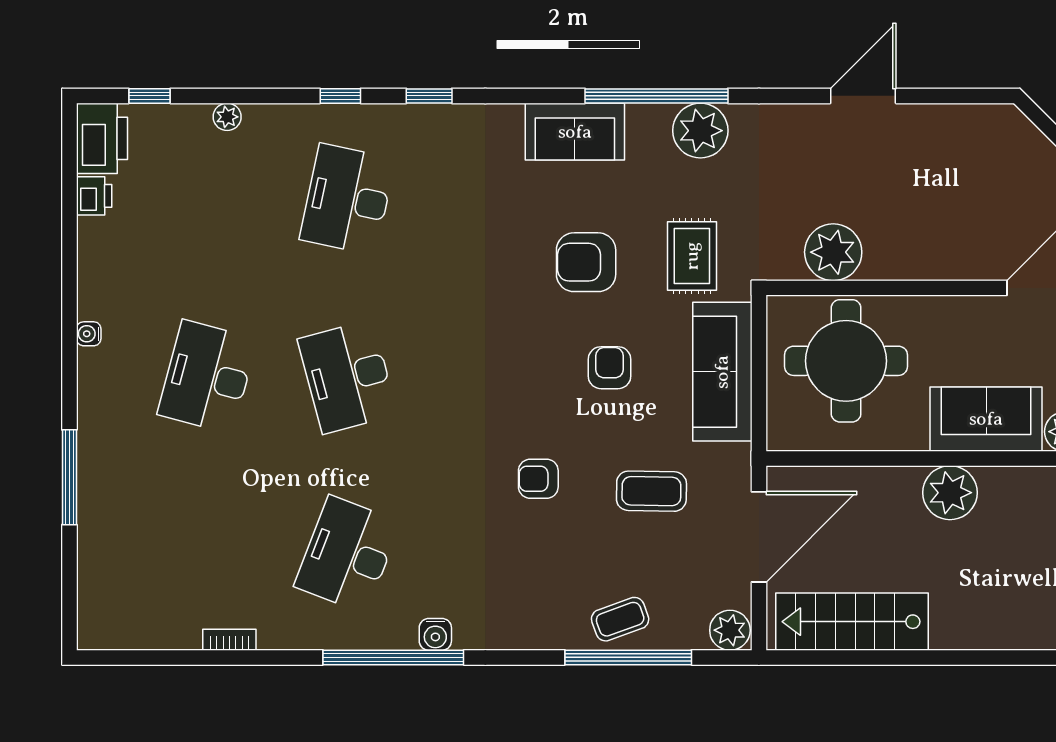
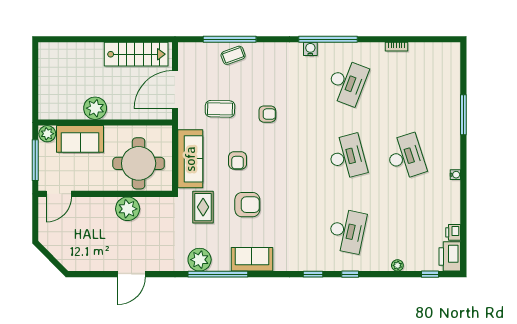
plant: (833, 252) -> (128, 209), moved
desk: (207, 377) -> (406, 157), turned -33
plant: (730, 630) -> (187, 51), removed

